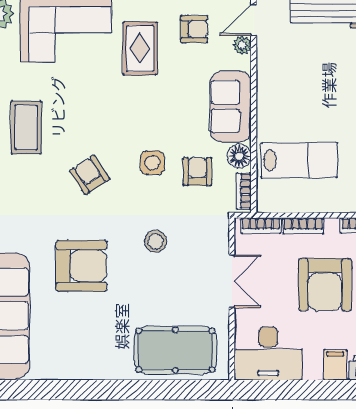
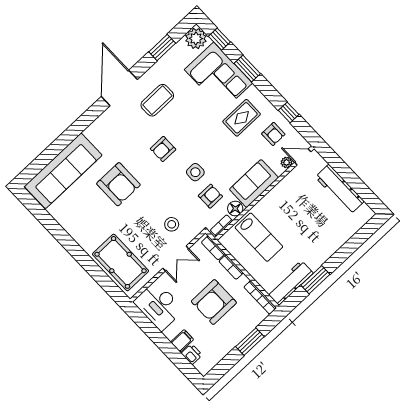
armchair: (90, 175) -> (163, 149), turned -147
stool: (156, 241) -> (172, 224), moved

